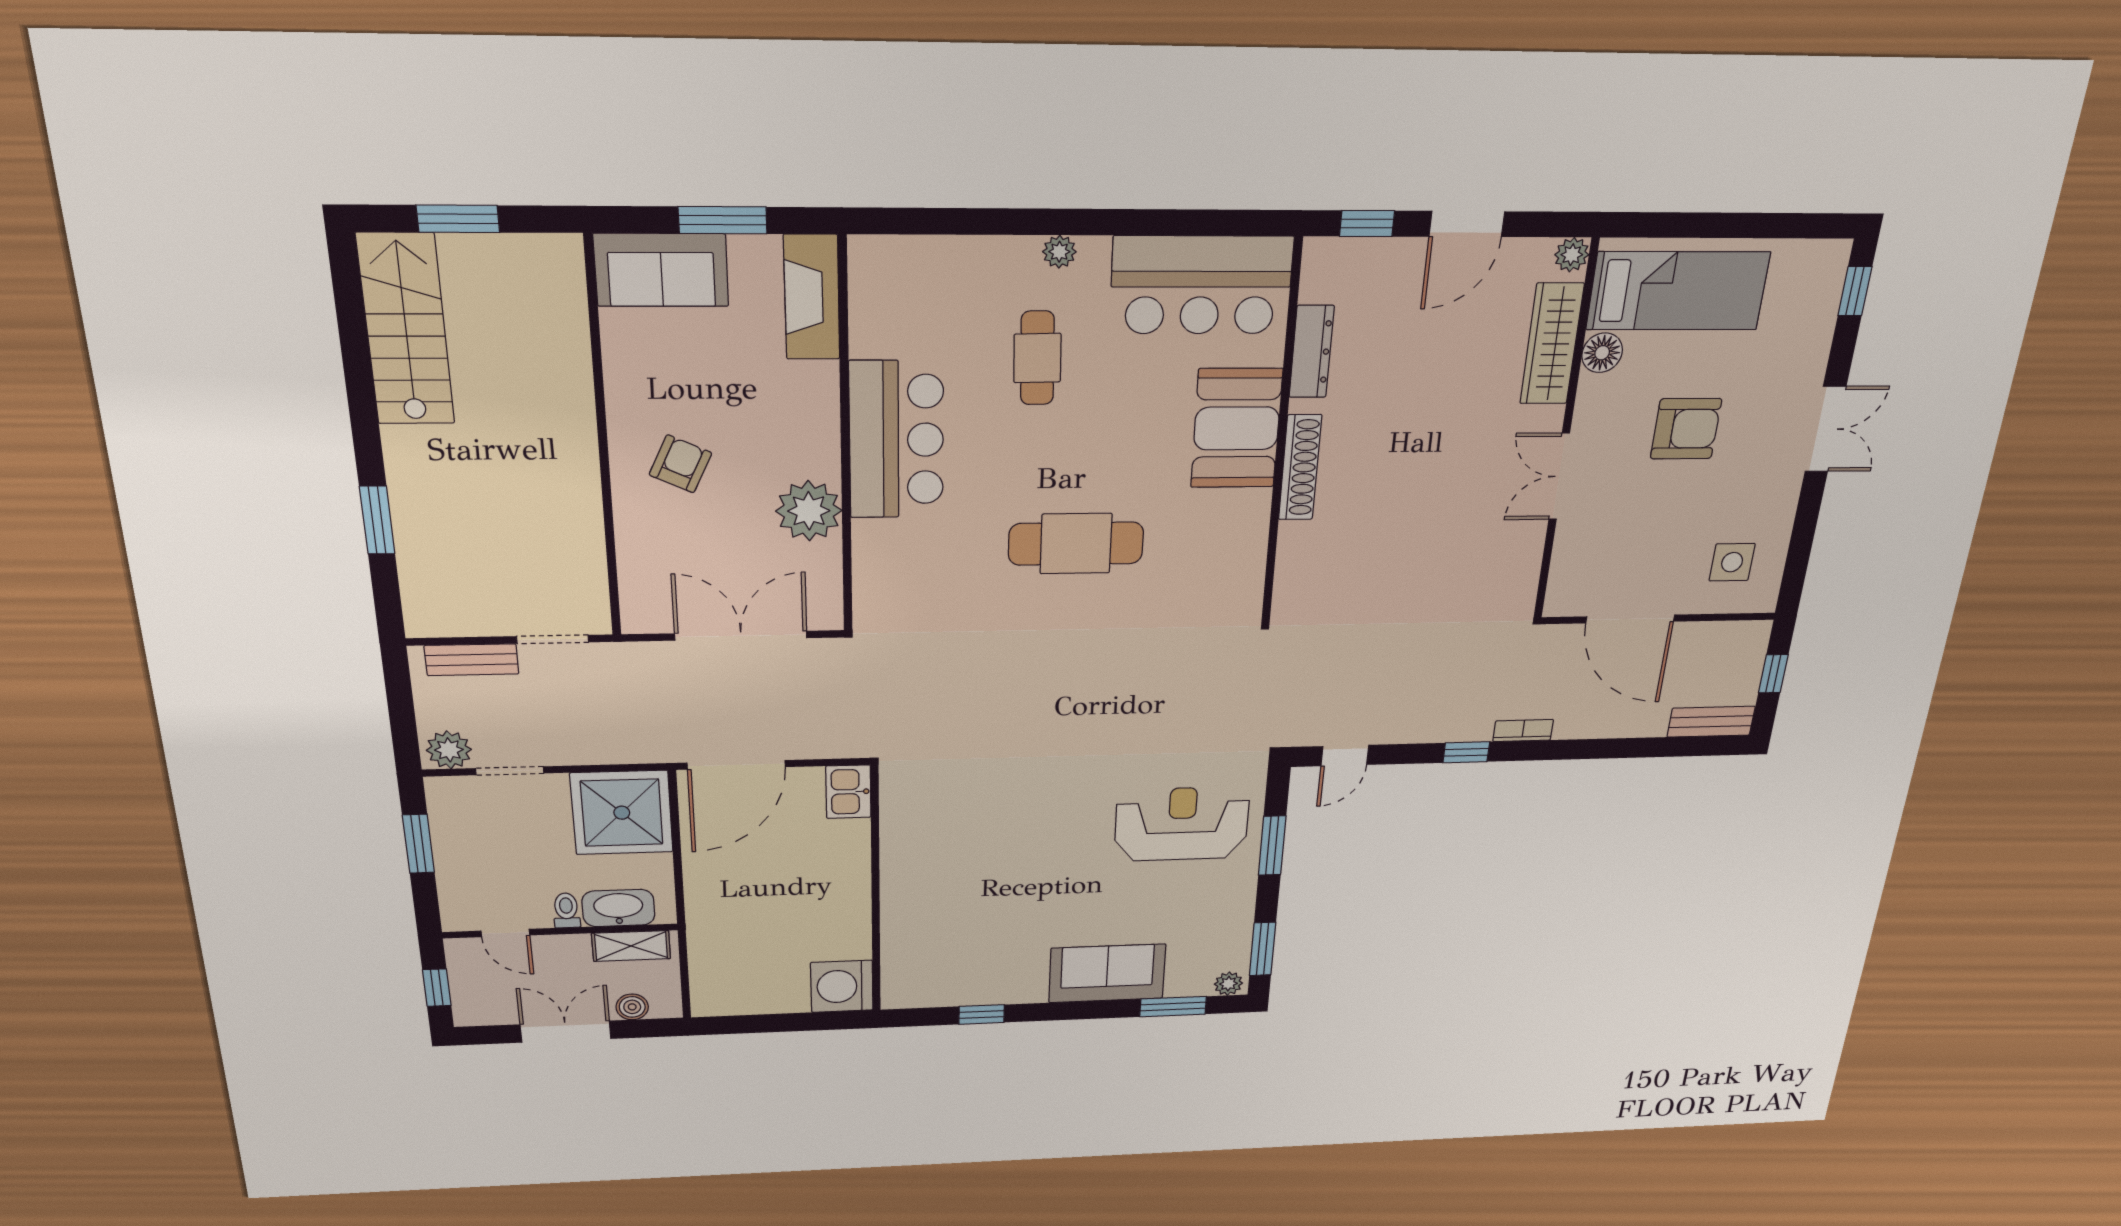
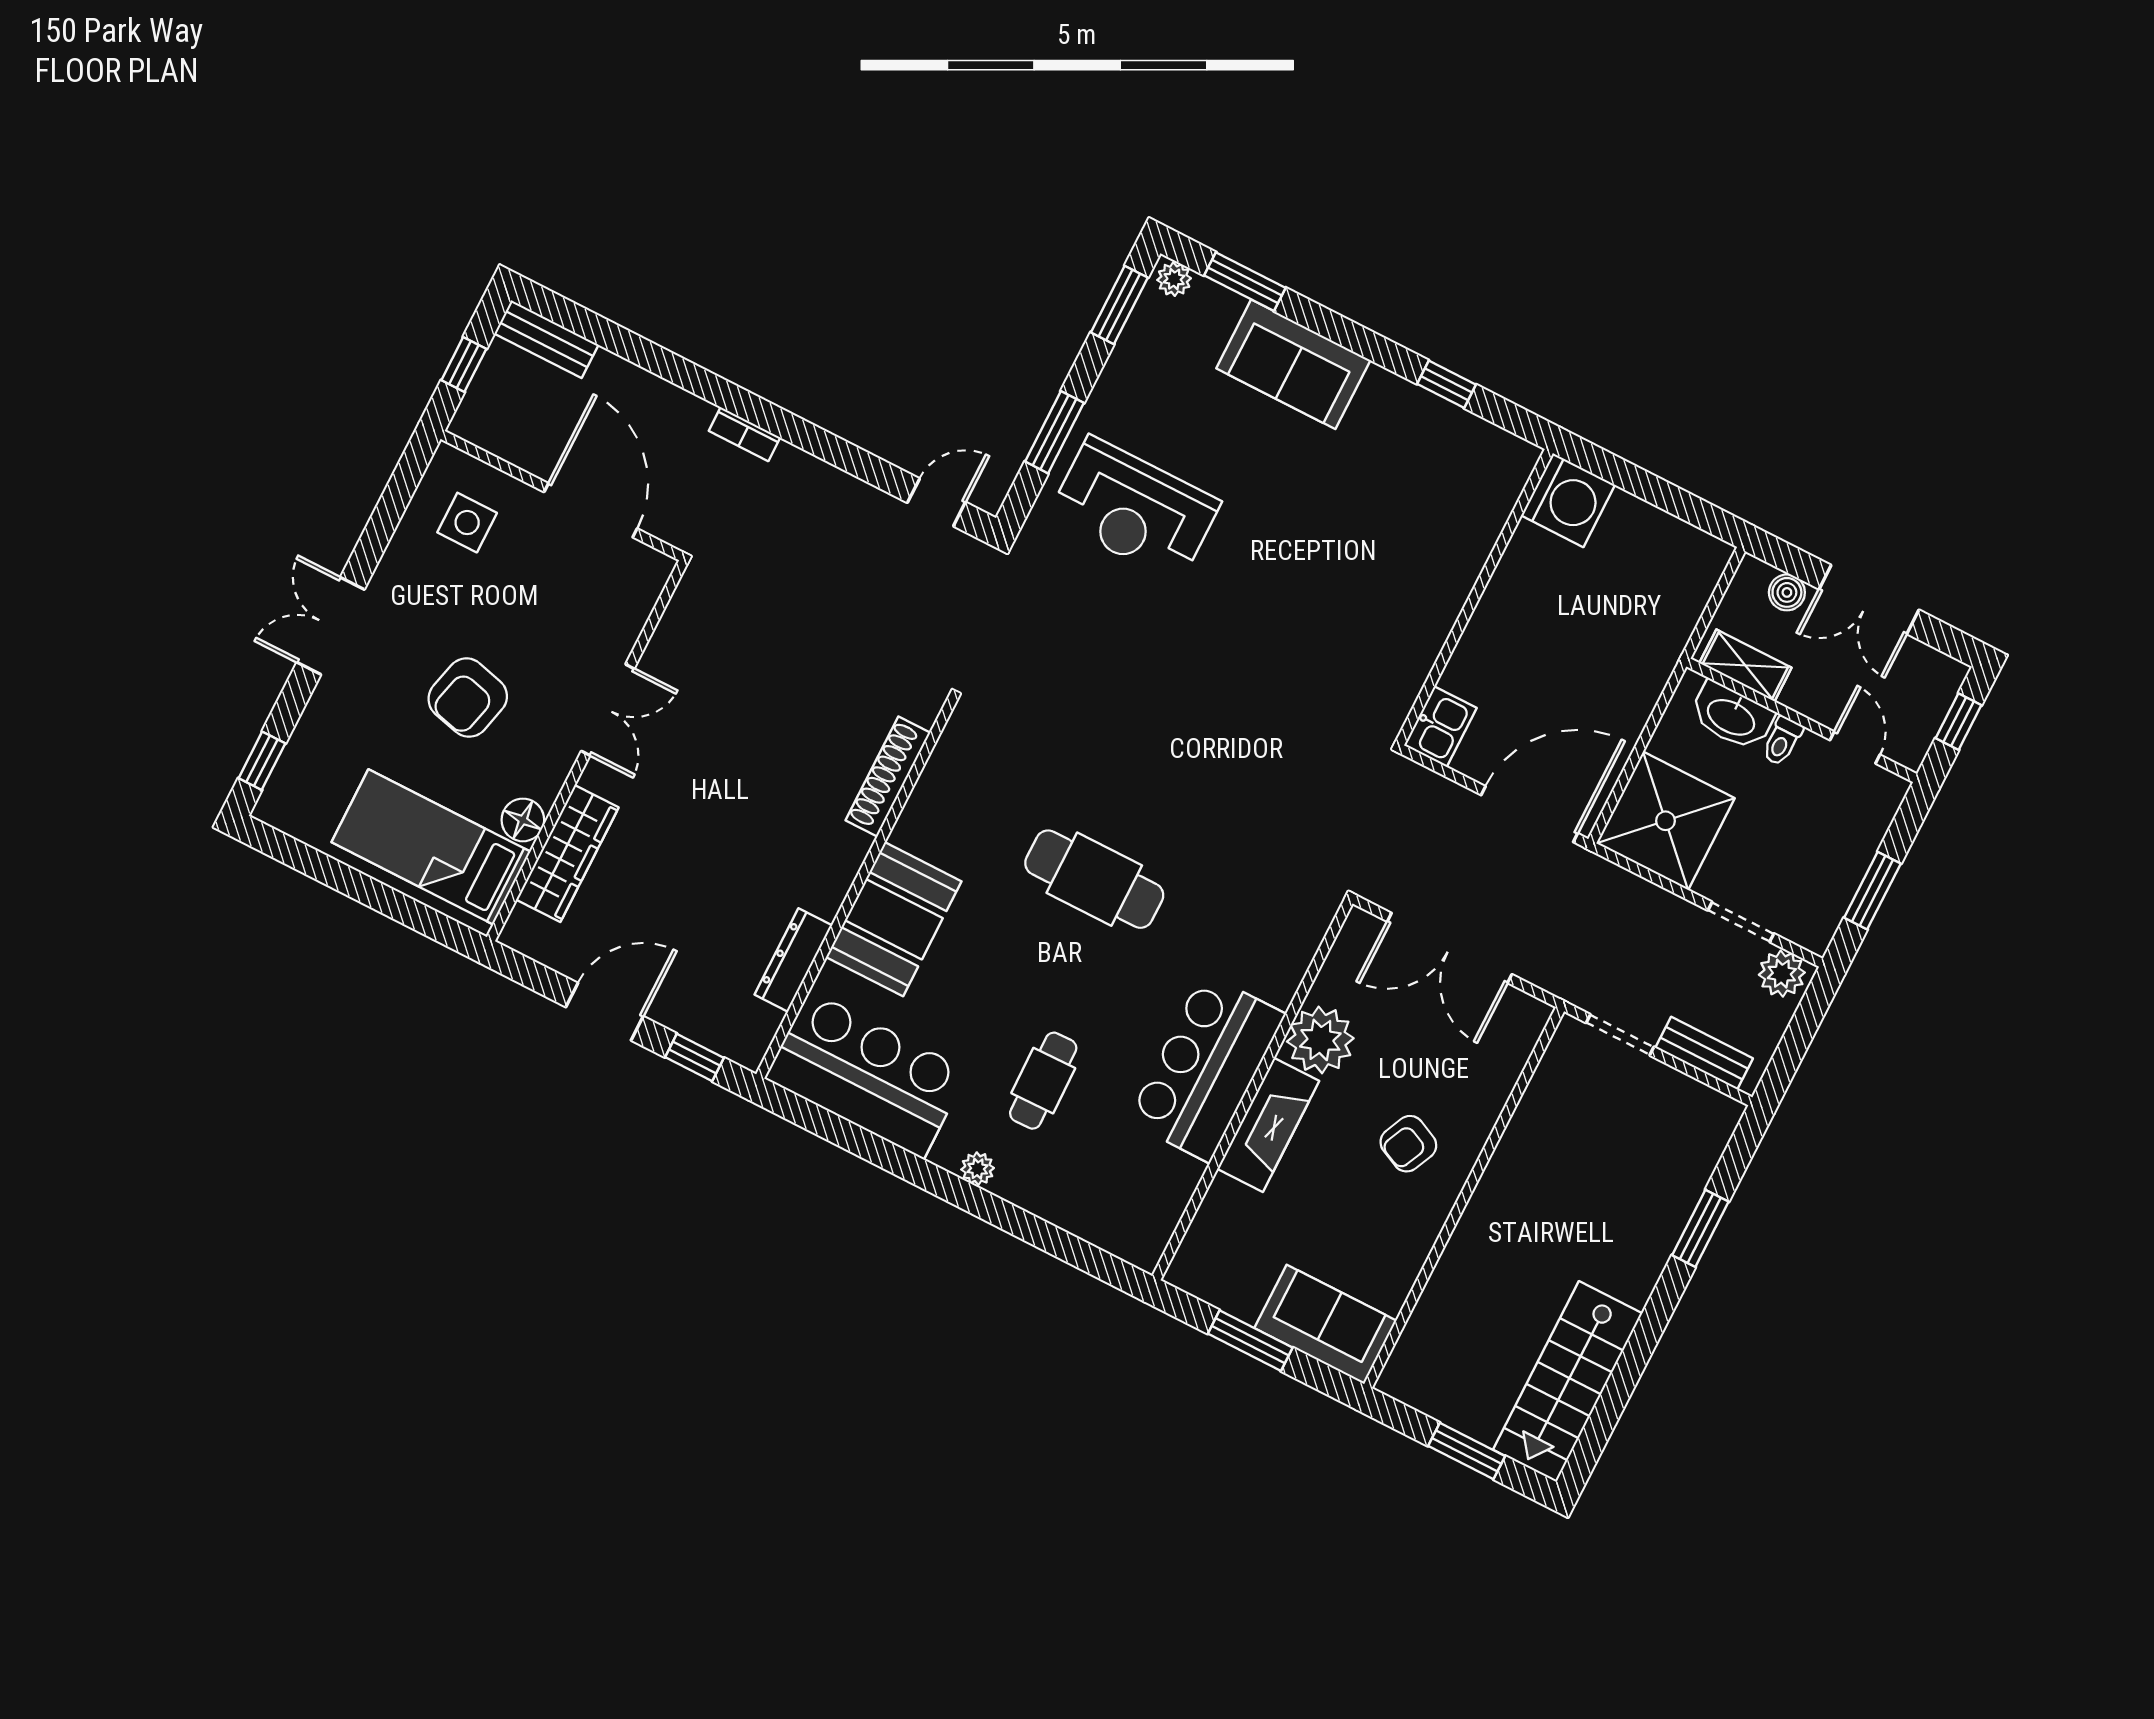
plant: (1572, 255) -> (519, 933), removed
fireplace: (812, 297) -> (1268, 1125), moved
armchair: (1686, 429) -> (468, 698), turned -76
shoe rack: (1300, 468) -> (888, 776), moved
window: (1466, 752) -> (812, 439), removed

